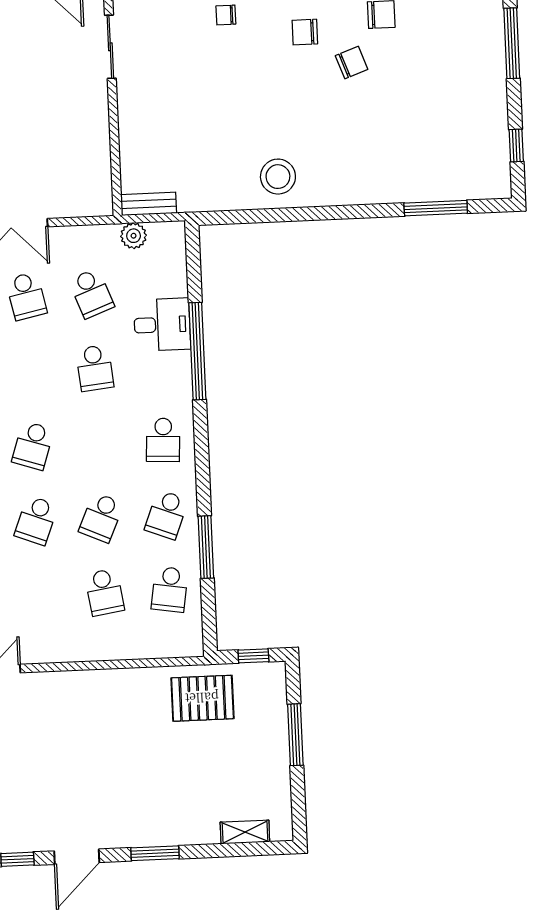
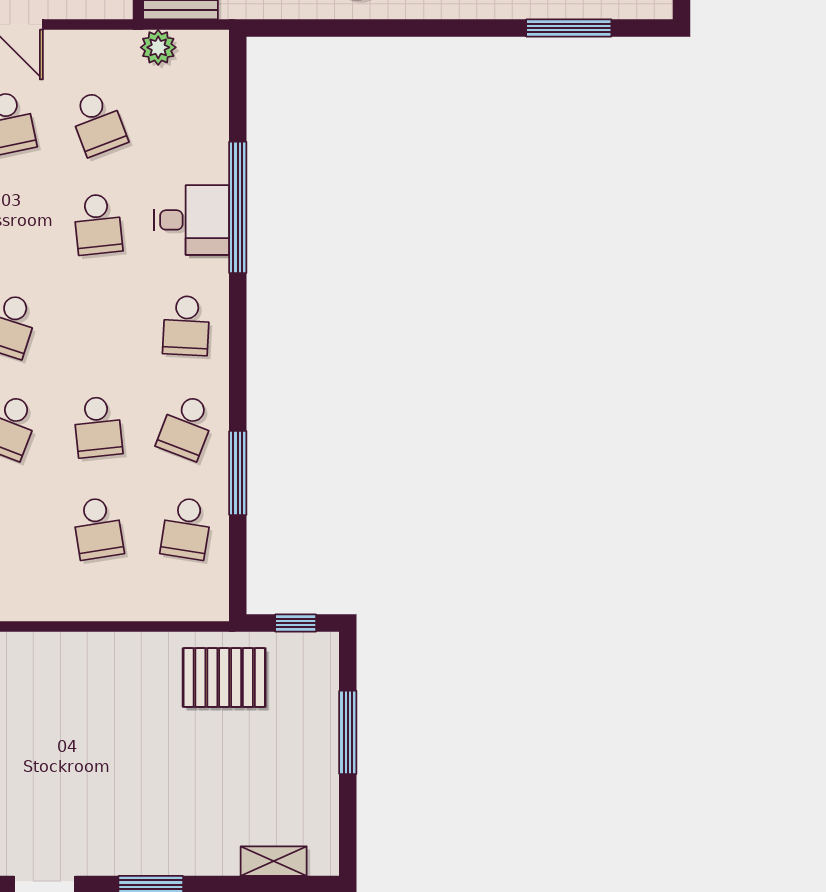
desk: (162, 325) -> (192, 220), moved
school desk: (101, 517) -> (98, 427), turned -30

